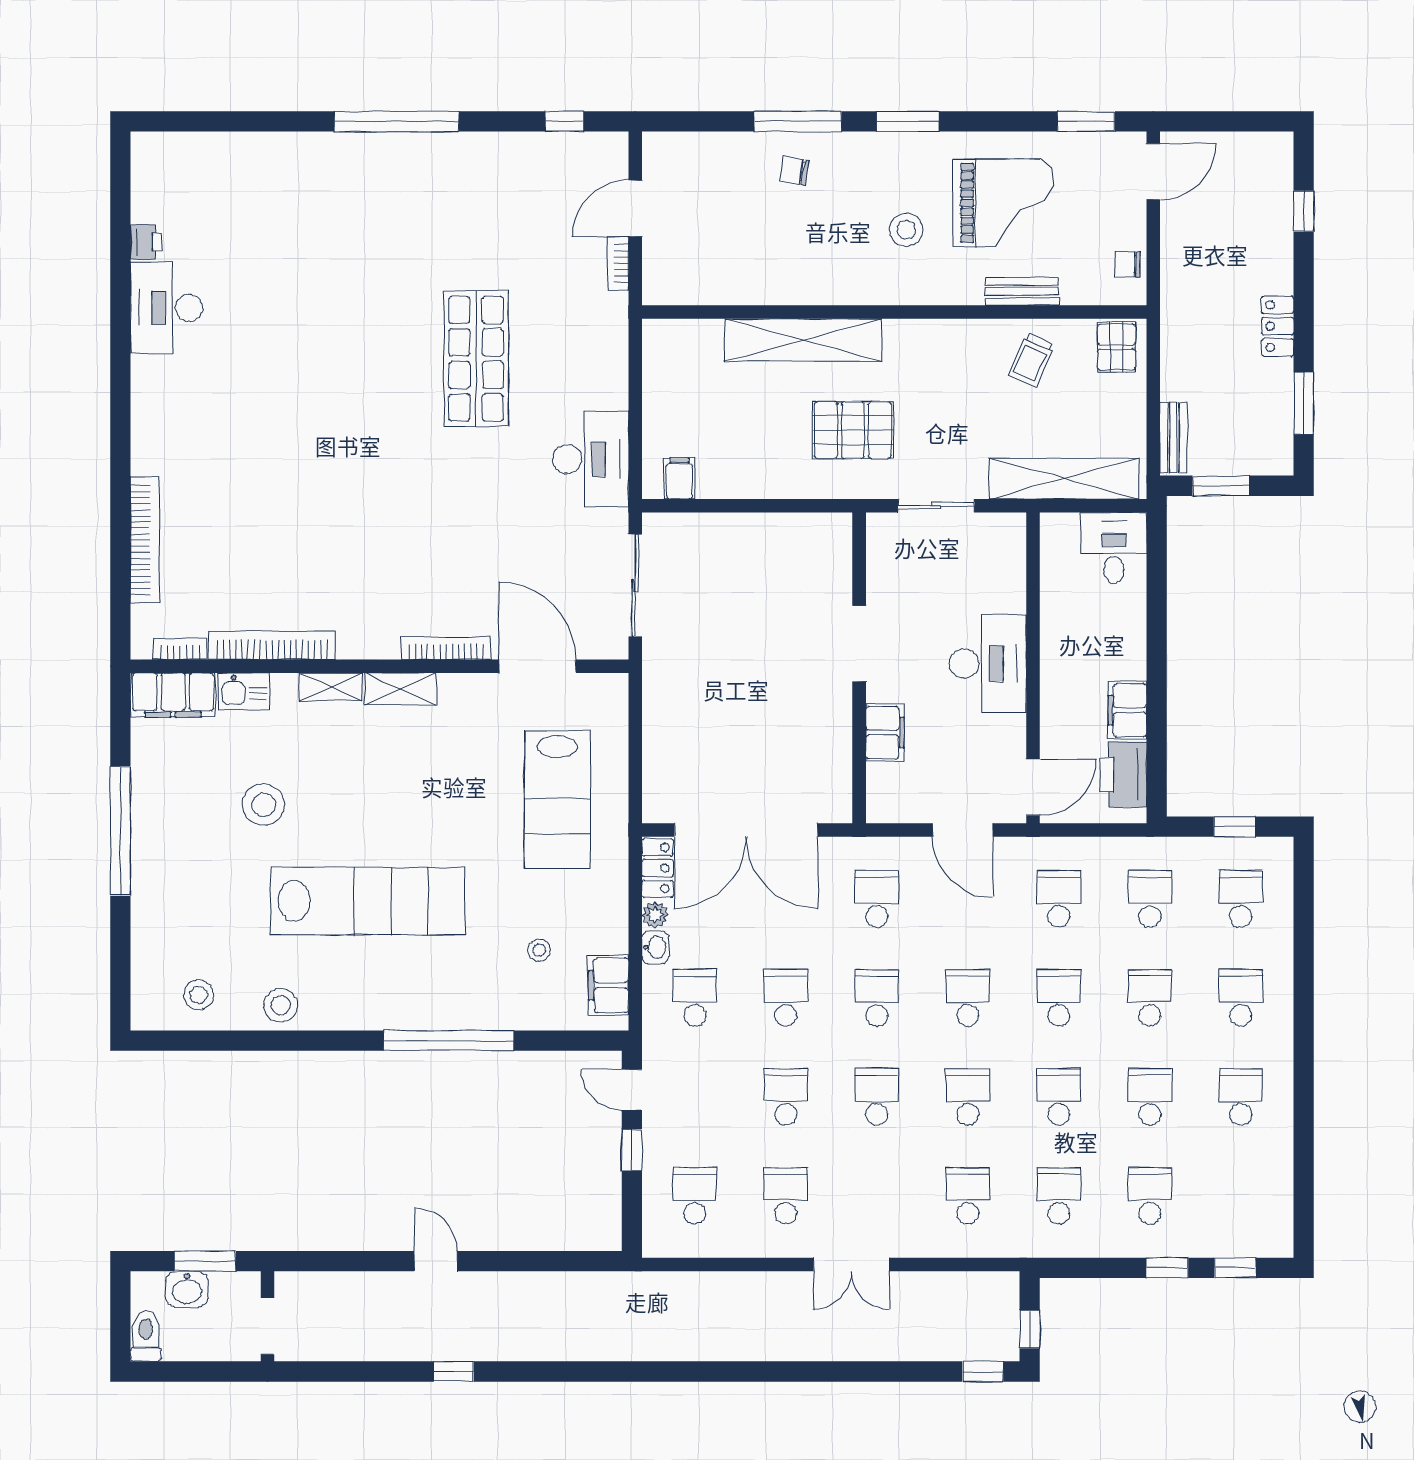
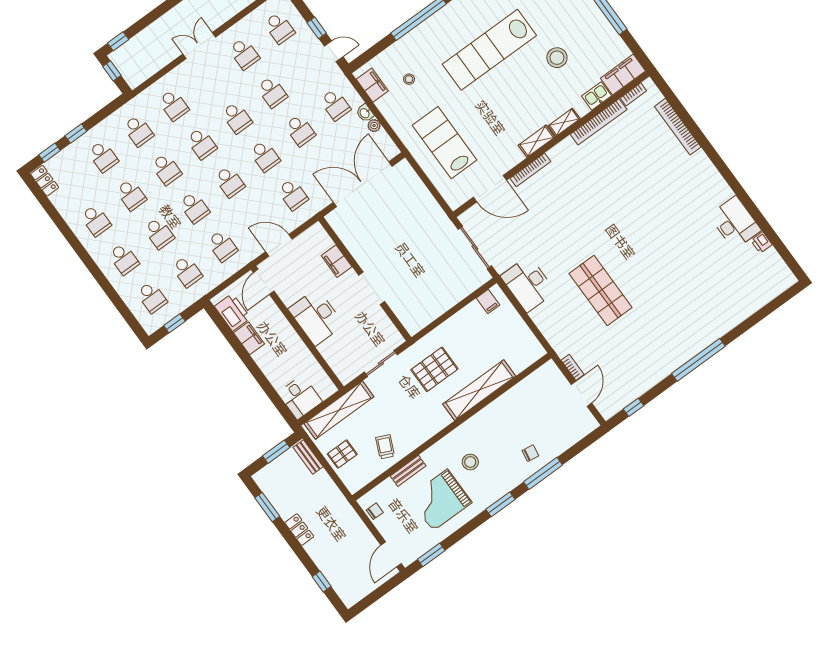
pallet: (1117, 347) -> (342, 454), moved, turned 90
locker: (658, 868) -> (45, 181), moved, turned 180

